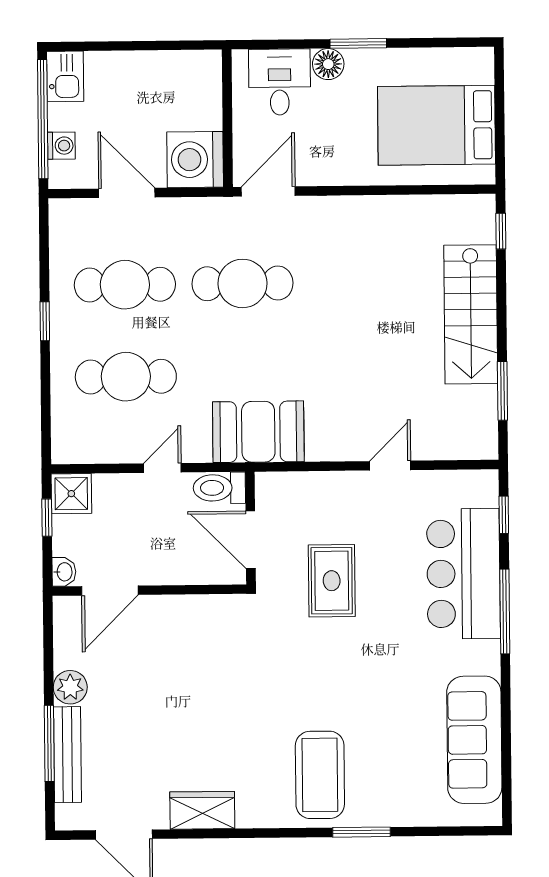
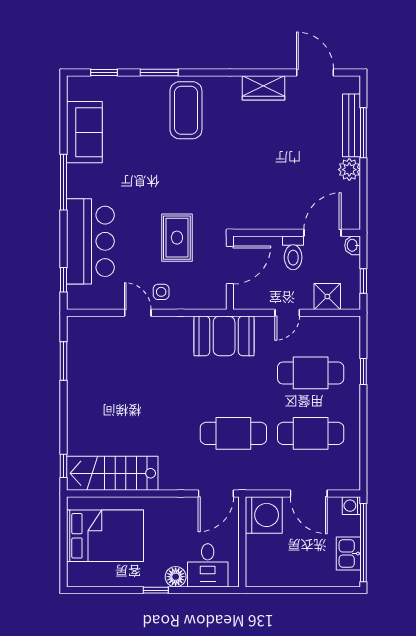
window: (358, 43) -> (156, 590), width x0.67
kitchen sink: (65, 76) -> (348, 554), moved
washing machine: (61, 146) -> (351, 506), moved
stairs: (471, 314) -> (112, 473), moved, turned -90
window: (45, 321) -> (363, 372), moved
door: (390, 466) -> (138, 313), swing flipped
toilet: (219, 488) -> (293, 253), moved, turned 90
shower: (71, 494) -> (327, 297), moved
side table: (355, 498) -> (161, 292), added
door: (251, 540) -> (230, 265), hinge flipped
window: (505, 611) -> (64, 182), moved
sofa: (474, 740) -> (84, 132), width x0.73
window: (445, 831) -> (104, 72), added

